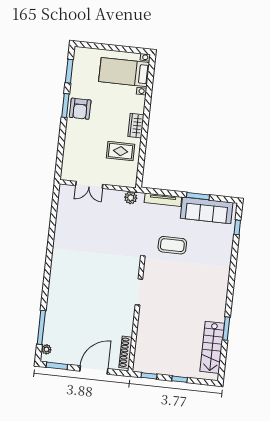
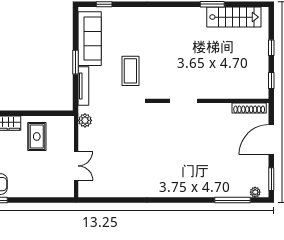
window: (198, 196) -> (76, 62), moved
door: (94, 370) -> (271, 140), hinge flipped

